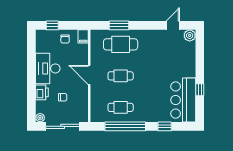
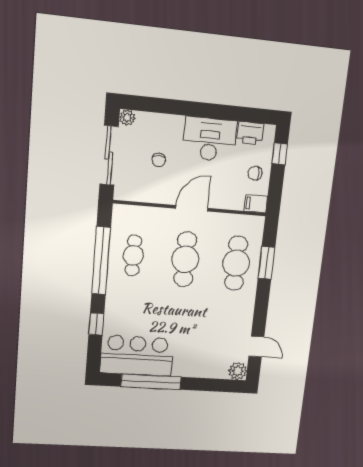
cafe table: (121, 76) -> (185, 259), width x1.37, depth x1.35
window: (200, 90) -> (151, 382), width x3.17
printer: (42, 92) -> (250, 133), moved

